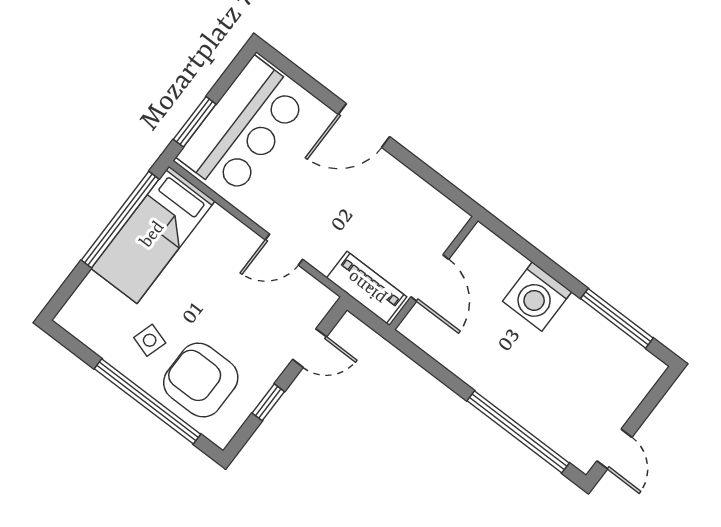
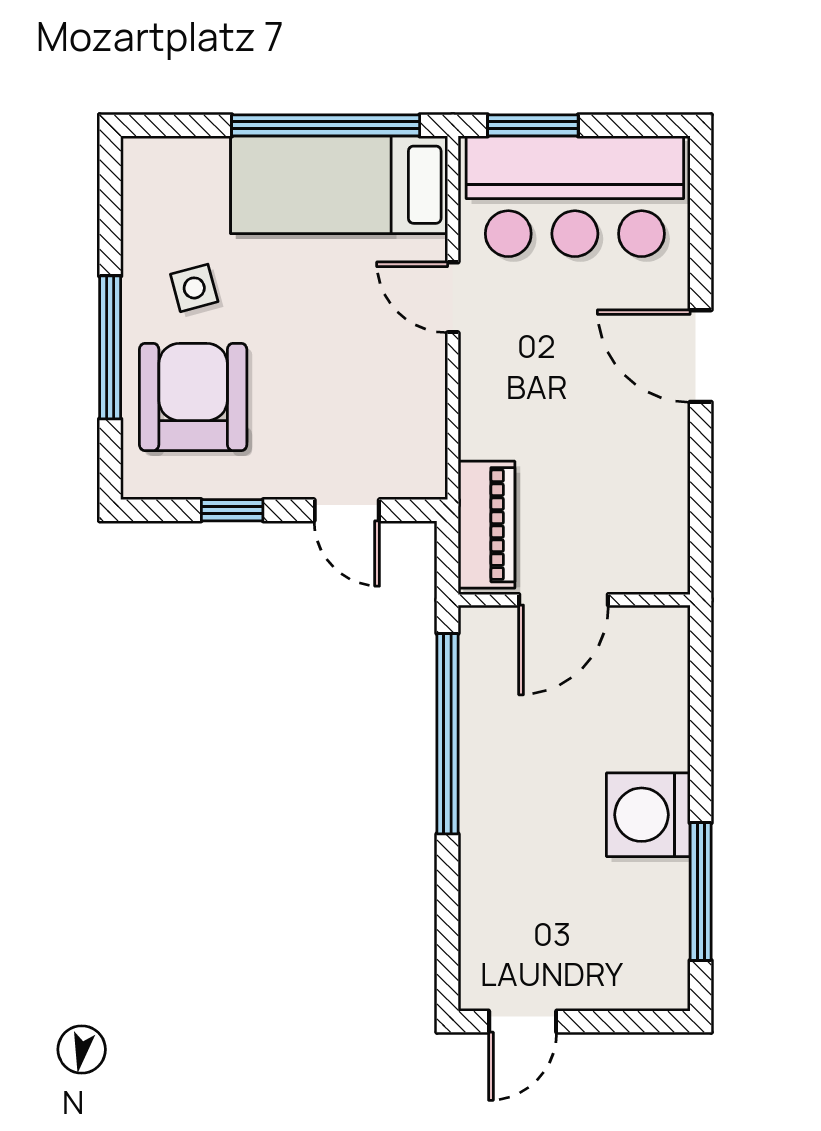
door: (284, 250) -> (453, 297), moved
washing machine: (537, 297) -> (648, 815), moved
side table: (150, 340) -> (194, 288), turned -32
window: (147, 401) -> (110, 347), width x0.68
window: (518, 432) -> (448, 734), moved

